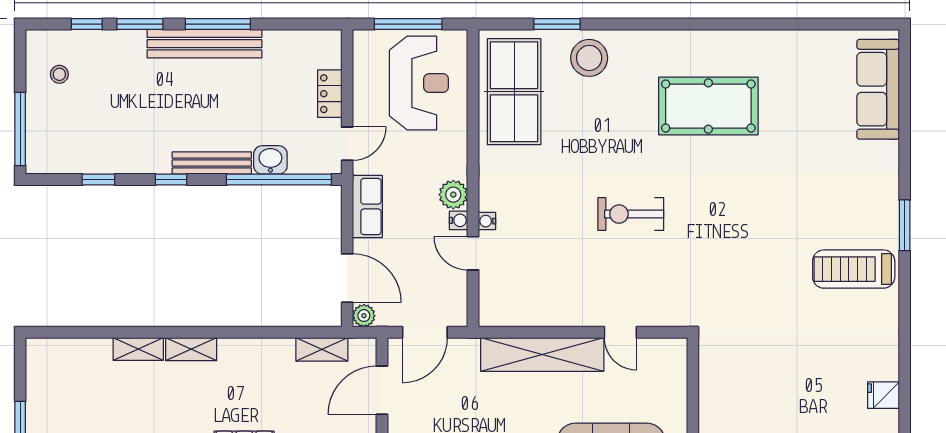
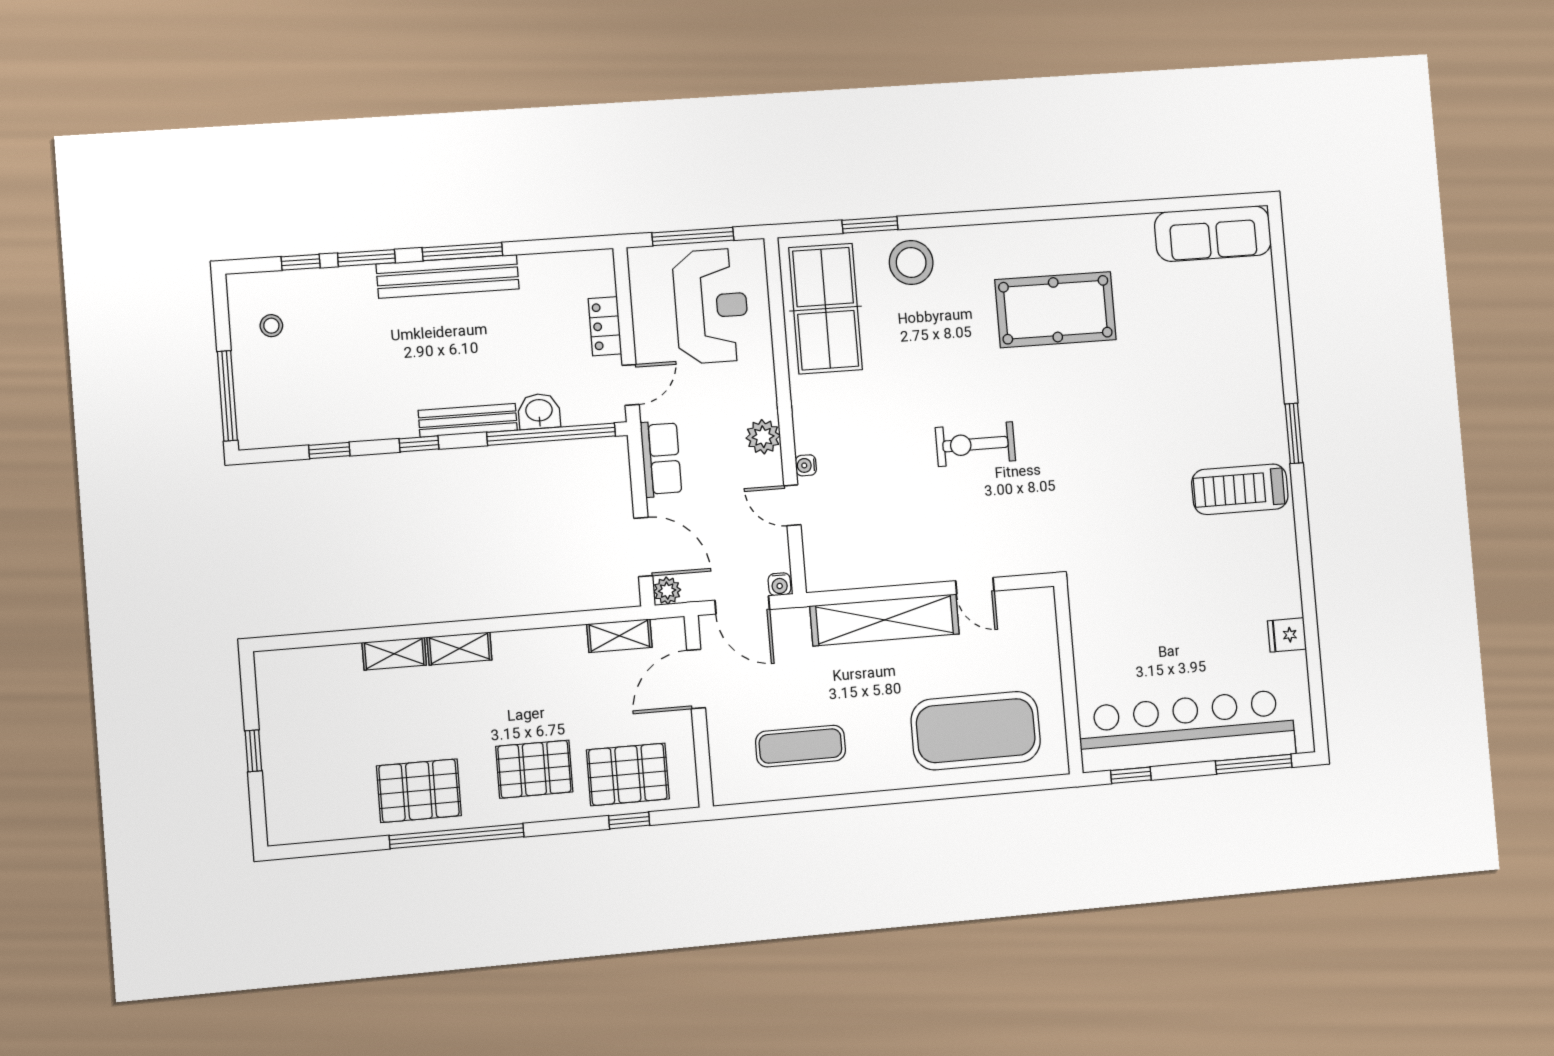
sofa: (878, 89) -> (1213, 234), moved, turned -90
water cooler: (459, 220) -> (779, 584), moved, turned 90
door: (425, 332) -> (742, 605), hinge flipped

